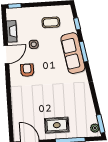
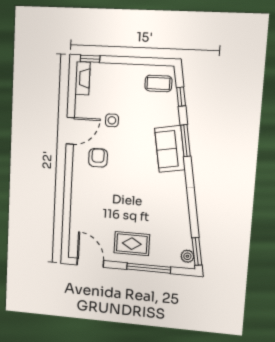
coffee table: (51, 22) -> (158, 83), moved
fireplace: (12, 31) -> (83, 78), moved
sofa: (73, 53) -> (170, 149), width x0.73

